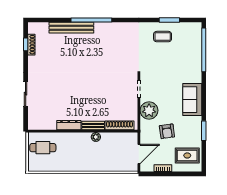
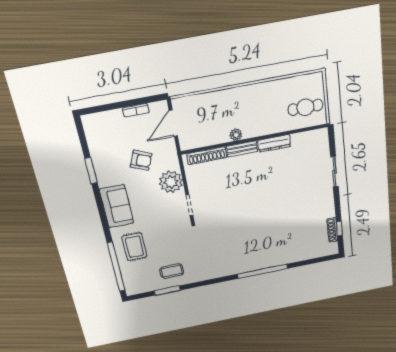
bench: (71, 28) -> (286, 258), removed
armchair: (167, 131) -> (141, 160), turned 121
rug: (187, 155) -> (134, 247), moved, turned 90

